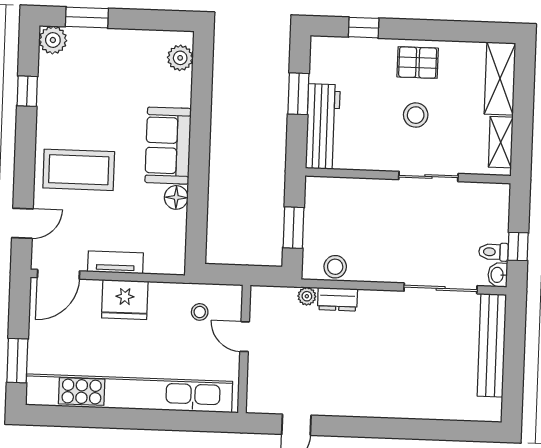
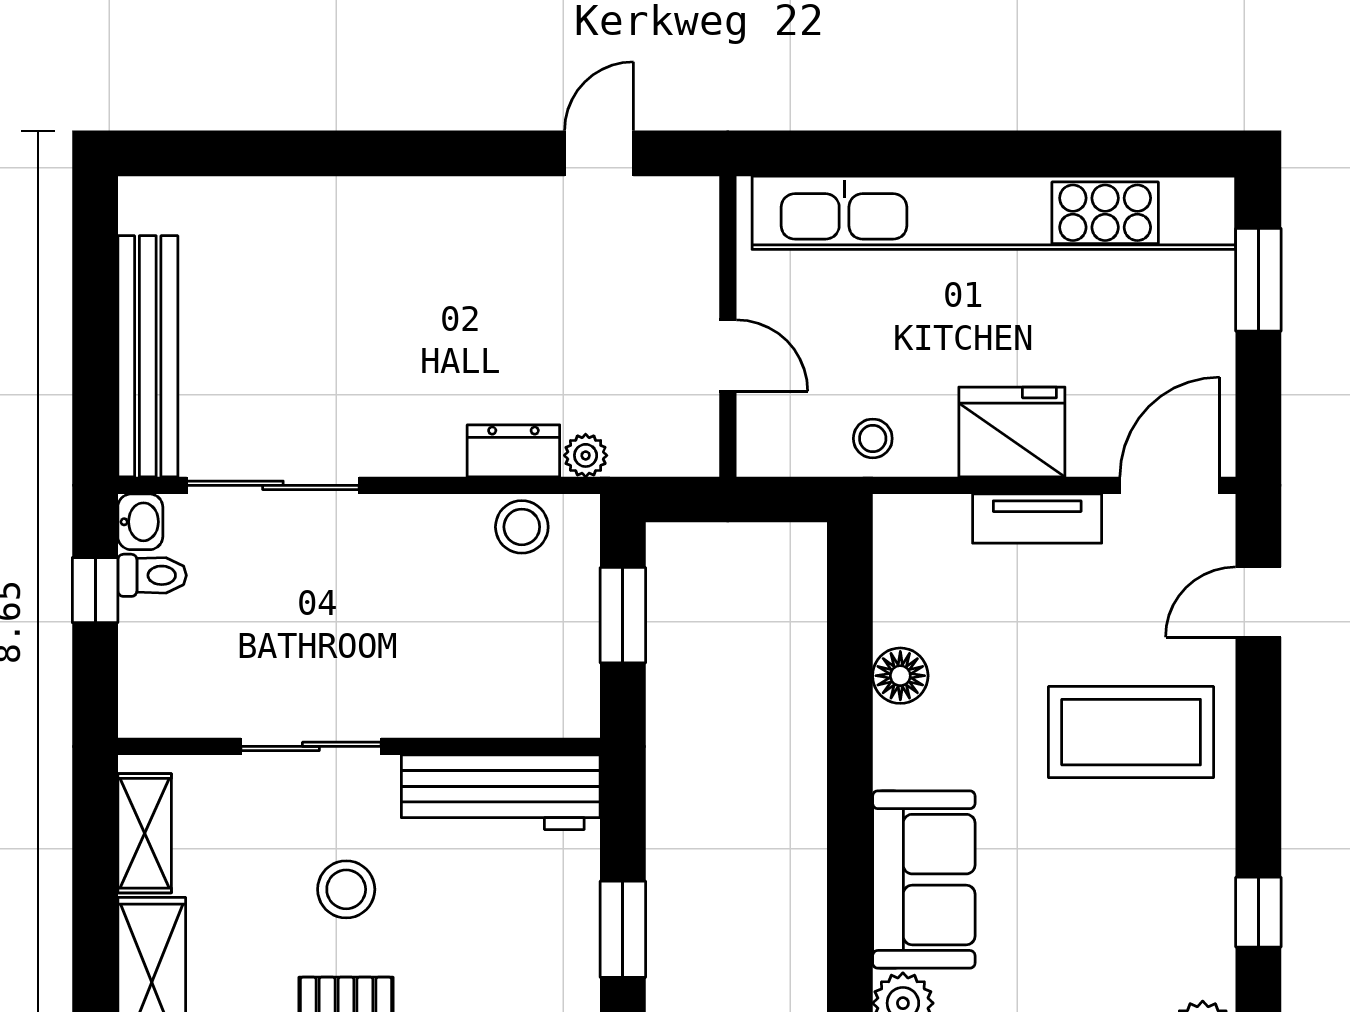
workbench: (323, 127) -> (501, 792), moved, turned -90
sofa: (168, 146) -> (924, 880), moved
stool: (200, 312) -> (873, 438), moved

